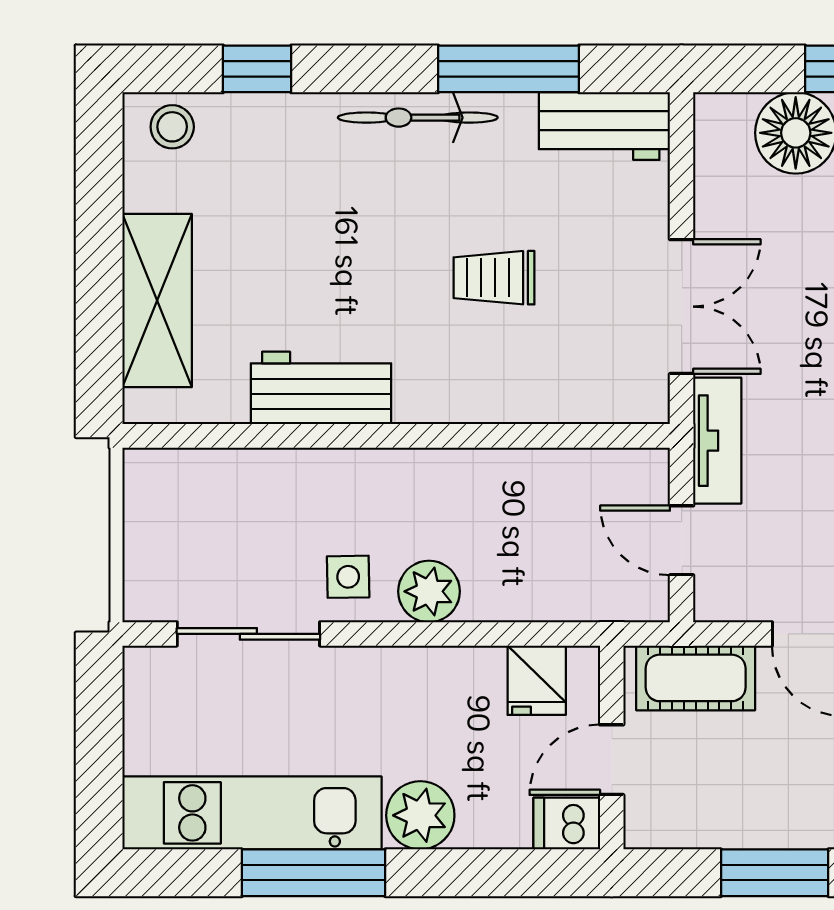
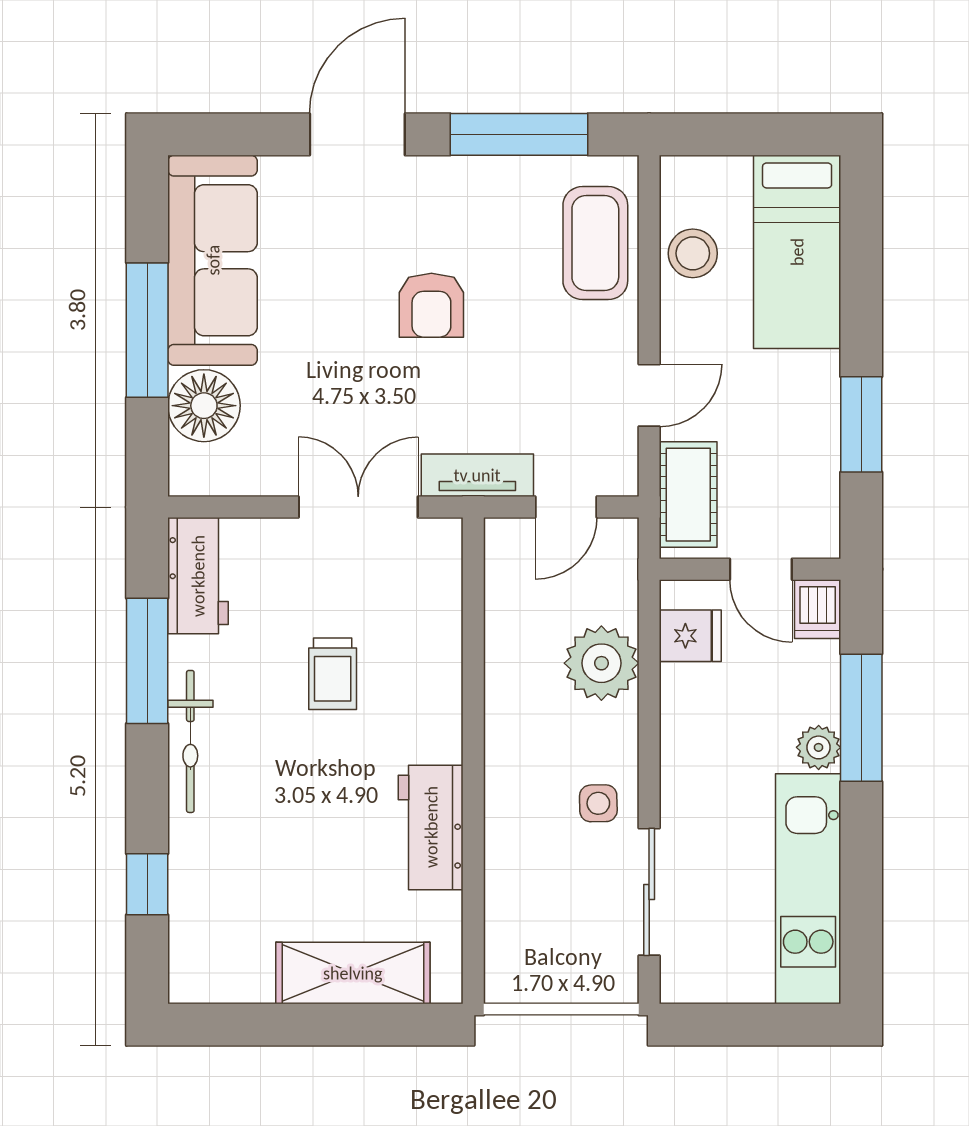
stool: (172, 127) -> (199, 960), removed
plant: (429, 591) -> (601, 663), moved, width x1.36, depth x1.36
plant: (420, 815) -> (819, 747), width x0.73, depth x0.73
window: (314, 873) -> (861, 718), moved

